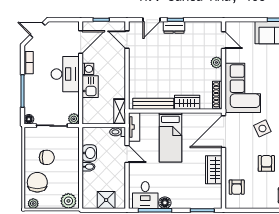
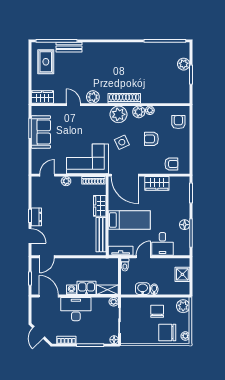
shelving: (120, 111) -> (107, 290), moved
chair: (47, 157) -> (157, 311), moved
desk: (145, 195) -> (162, 244), moved, turned 90

